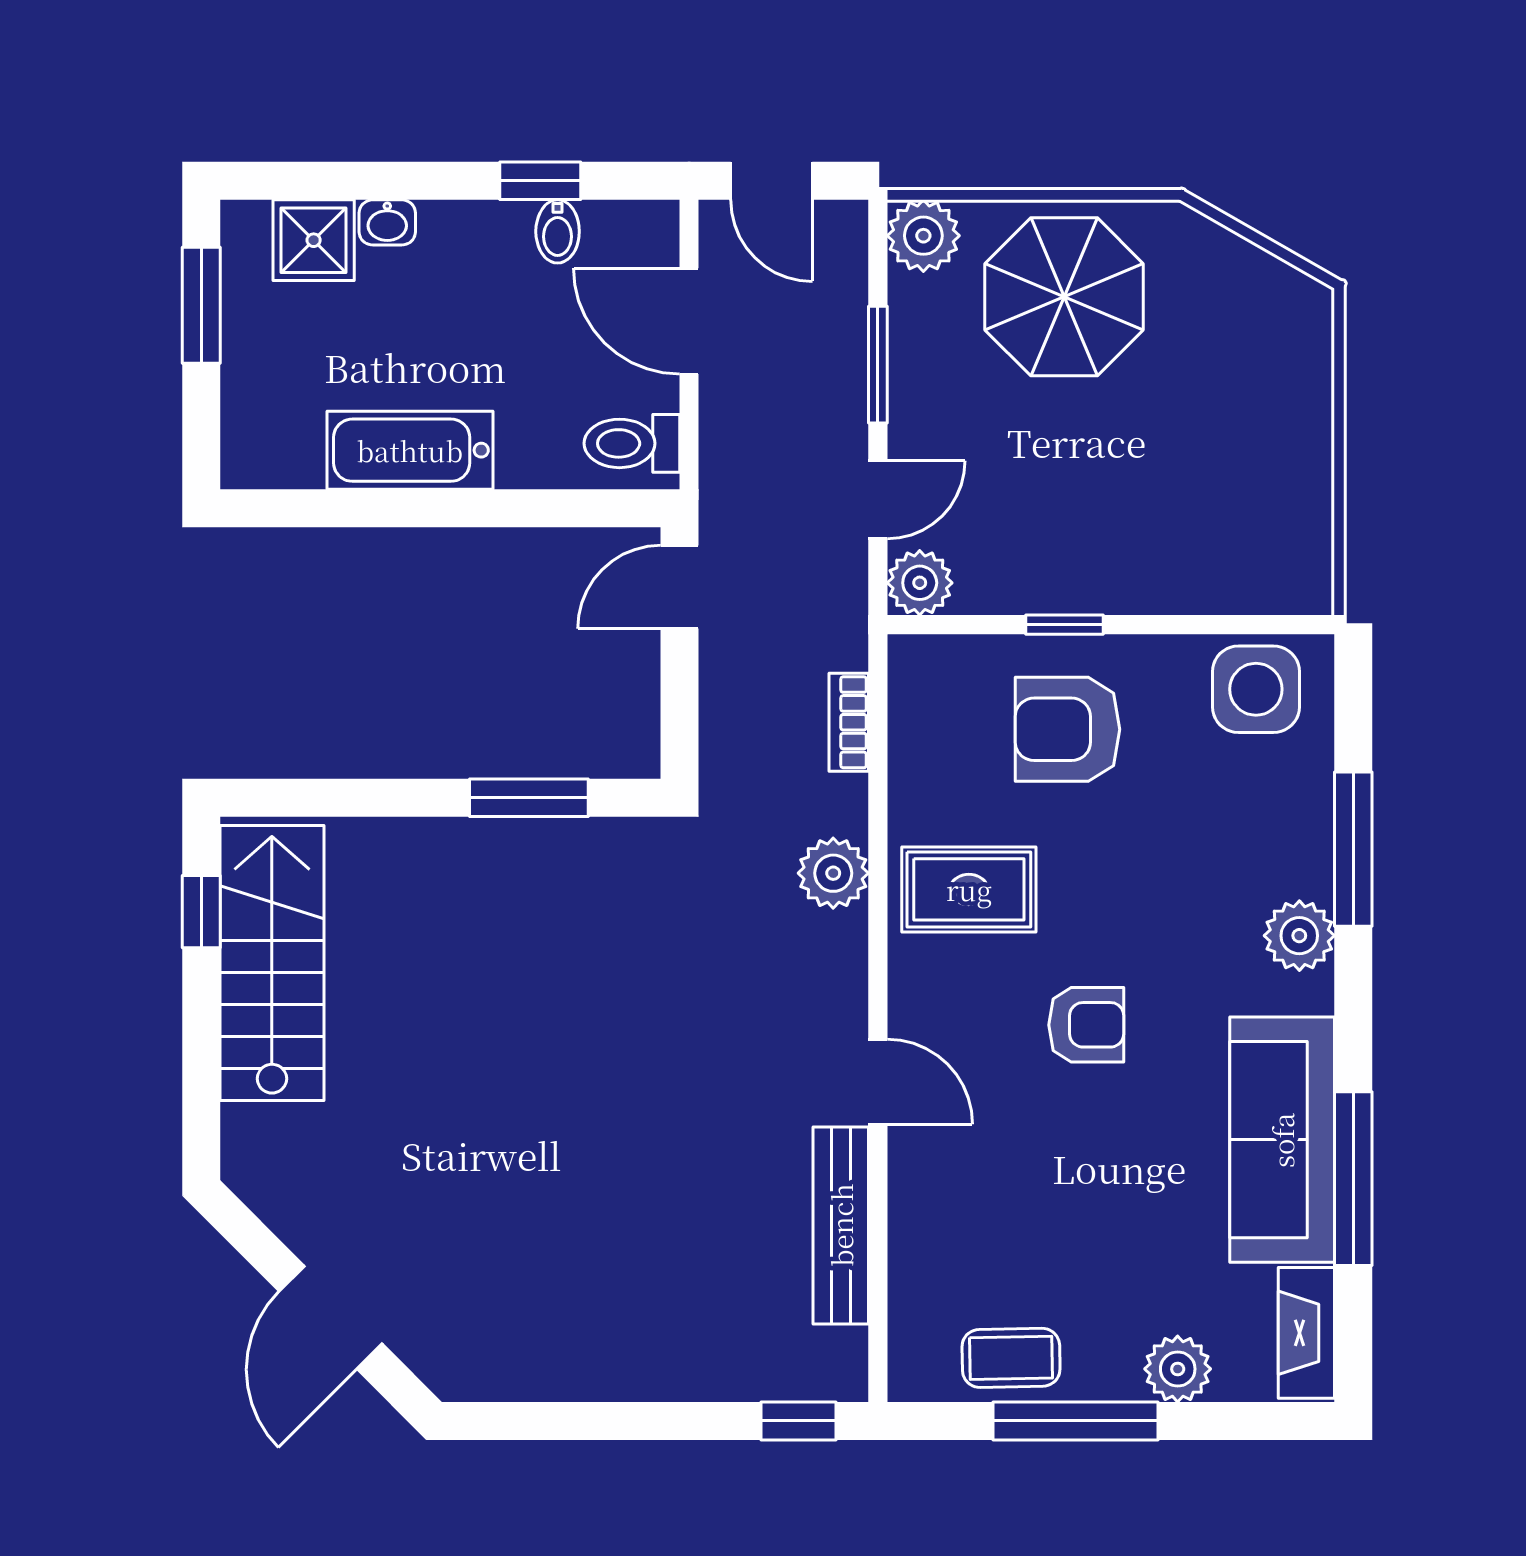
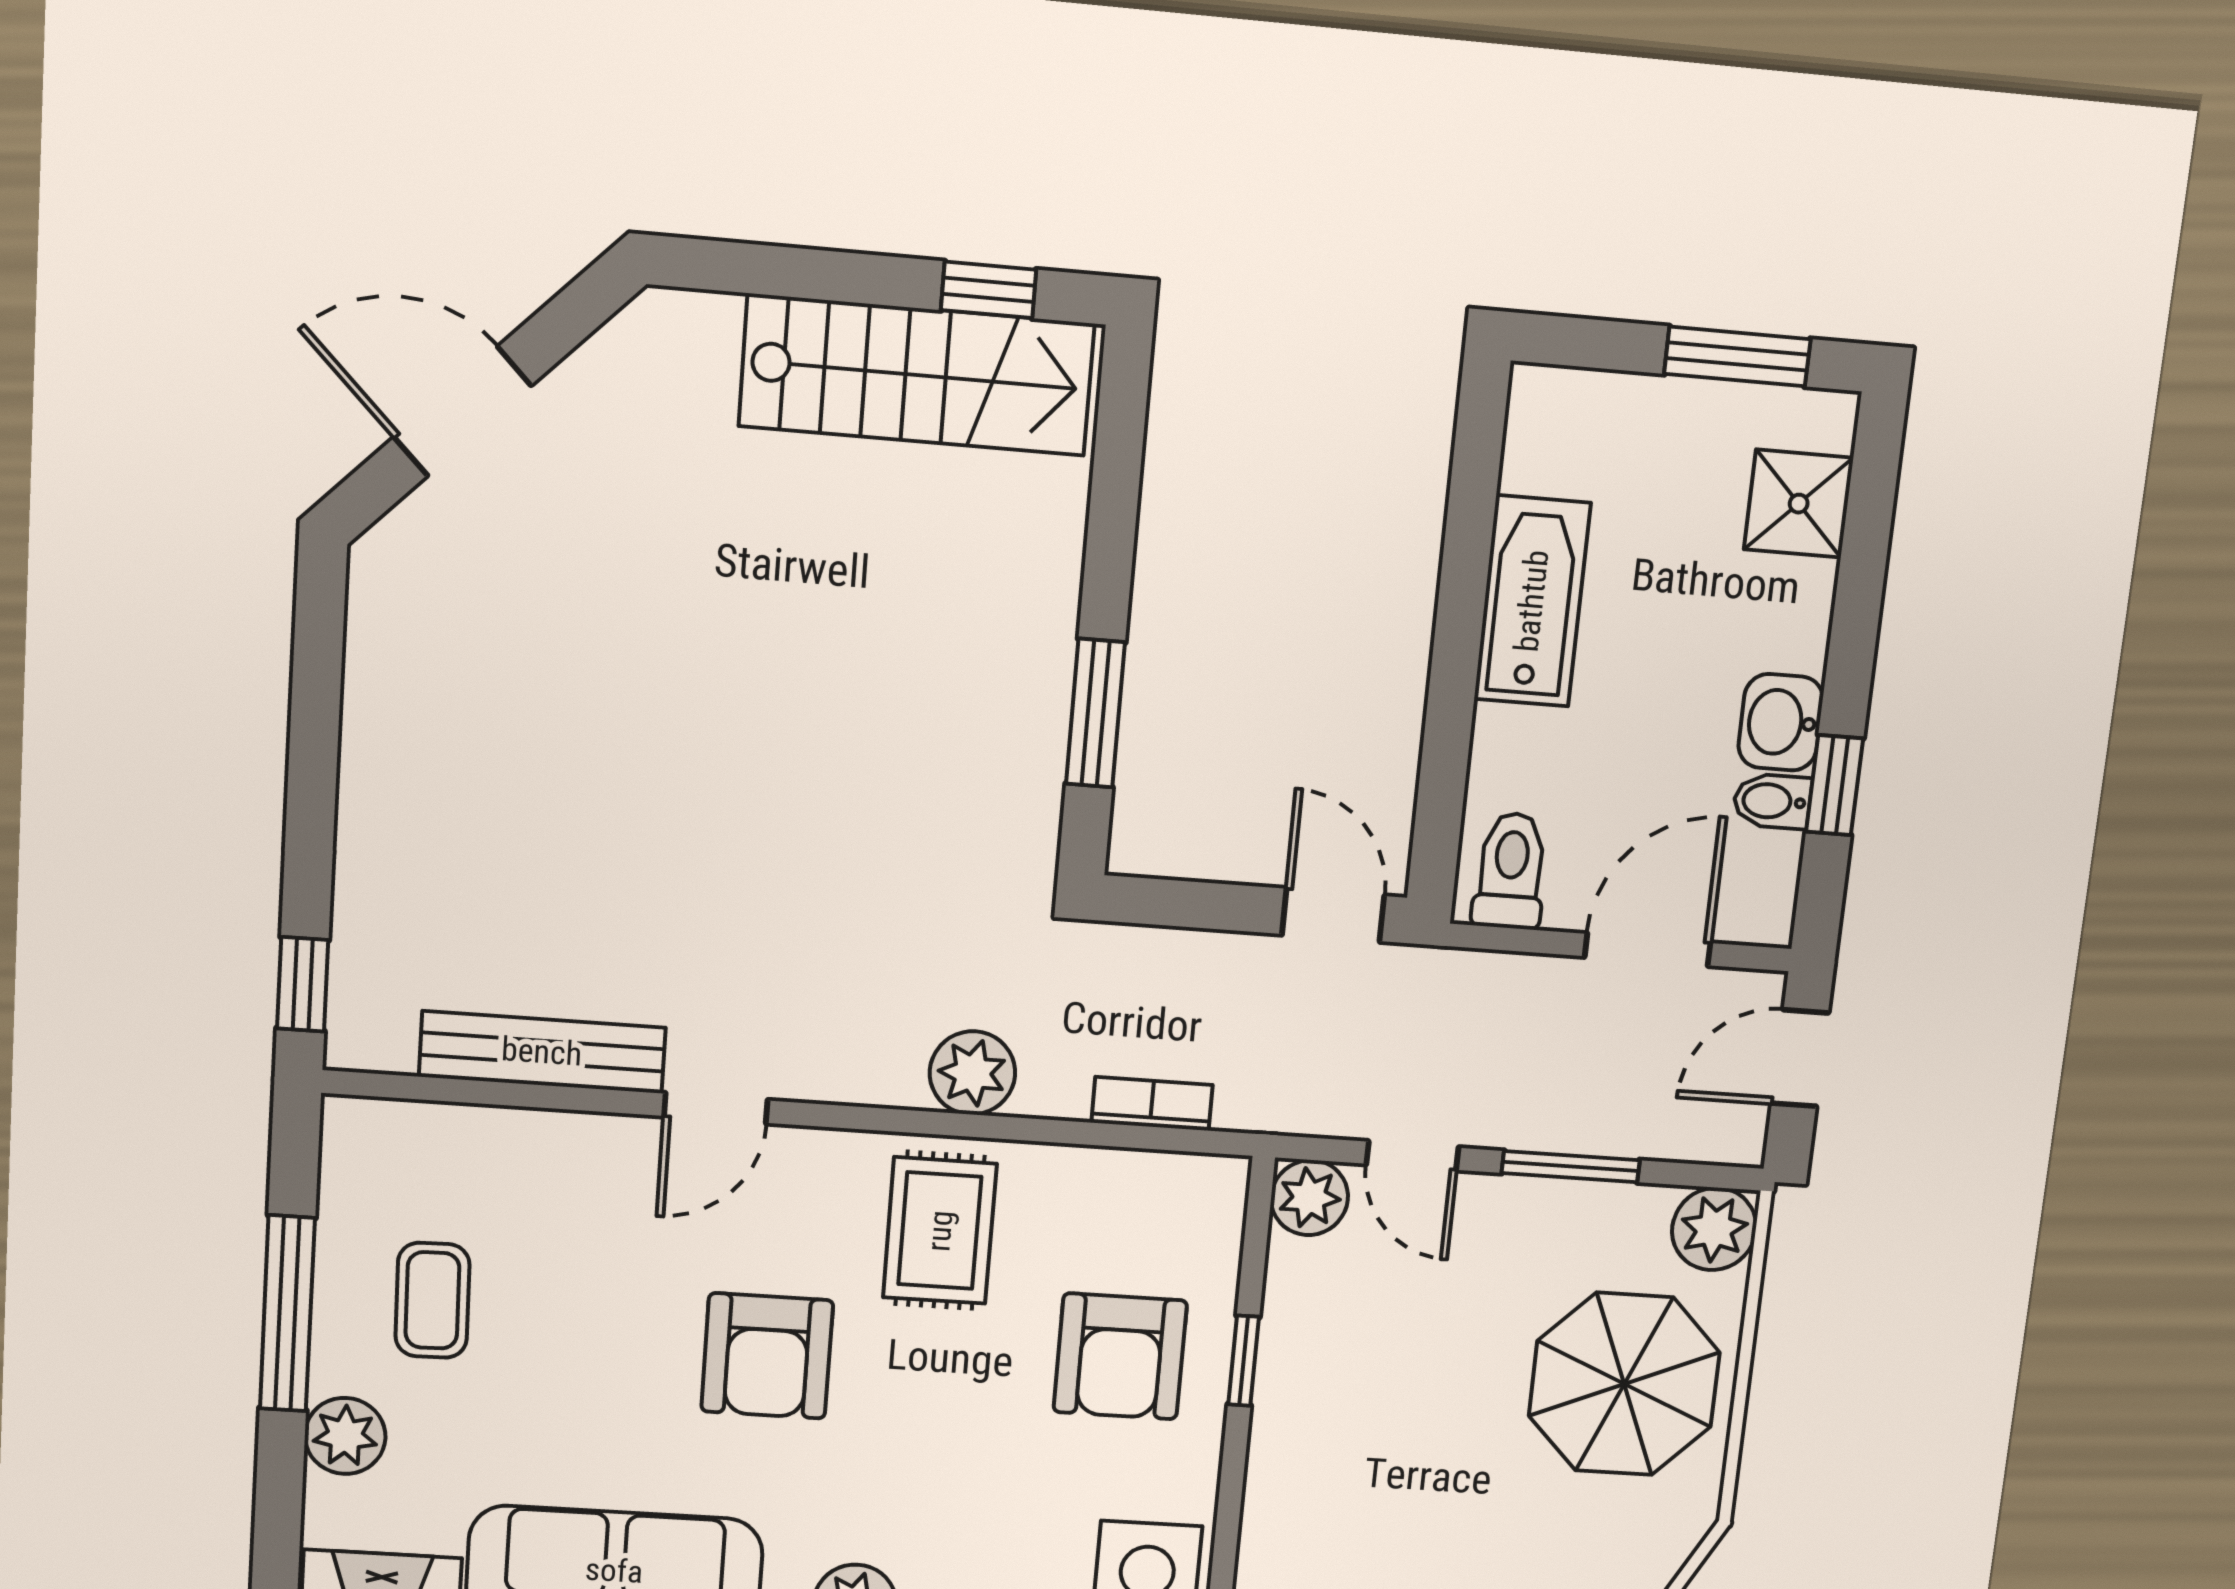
washbasin: (387, 222) -> (1781, 722), moved, width x1.38, depth x1.45
armchair: (1067, 729) -> (1120, 1356), turned 180
armchair: (1086, 1025) -> (767, 1356), width x1.38, depth x1.38
coffee table: (1011, 1358) -> (432, 1300), moved

